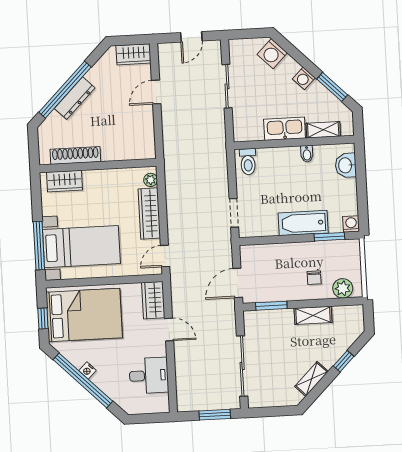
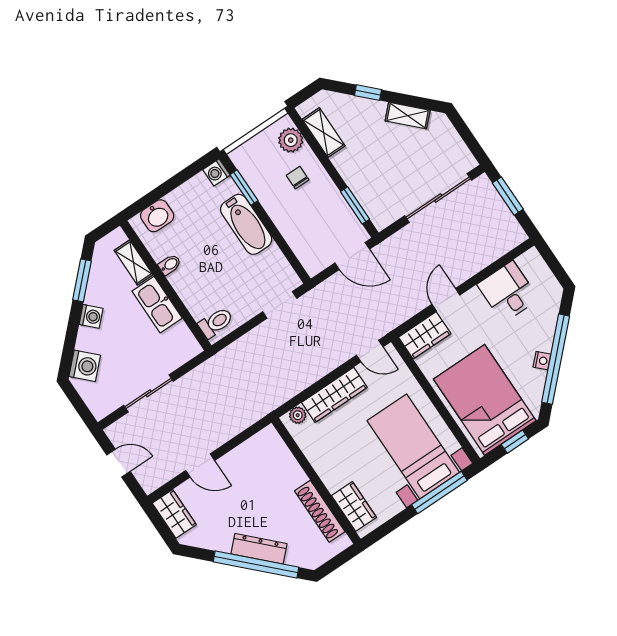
chair: (314, 278) -> (298, 178), turned -90
shelving: (313, 315) -> (324, 133), moved

